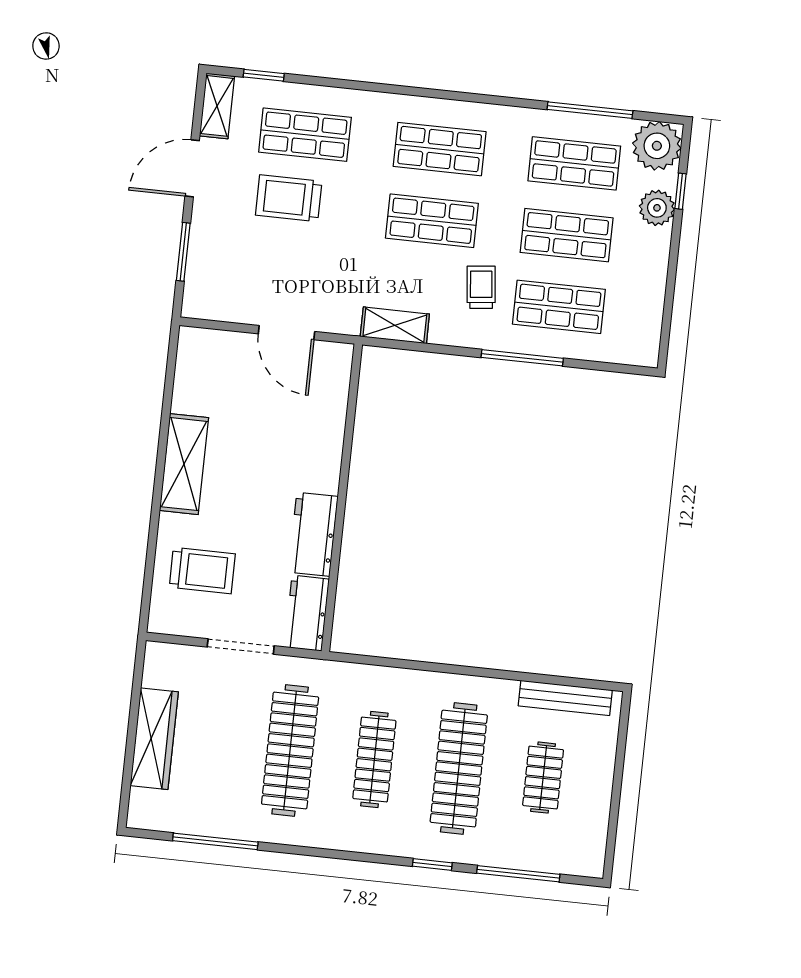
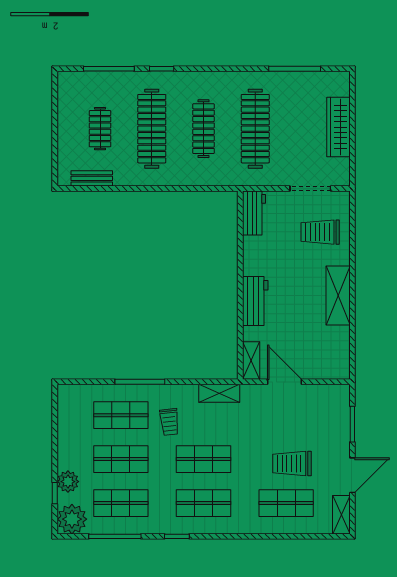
window: (264, 75) -> (177, 536), moved
trolley: (289, 198) -> (292, 463), turned 180
shelving: (337, 373) -> (251, 361), added
workbench: (313, 534) -> (255, 301), moved
doorway: (241, 646) -> (310, 189), moved
bench: (565, 698) -> (92, 178), width x0.73

